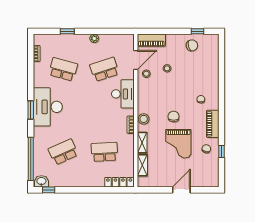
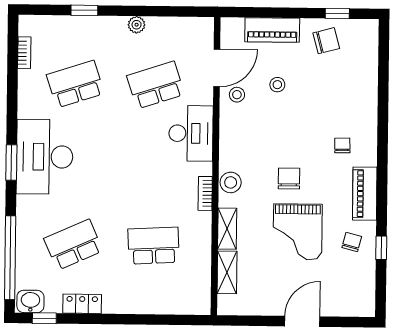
piano: (151, 40) -> (272, 30), moved
school desk: (63, 69) -> (75, 84), turned -33
locker: (119, 182) -> (82, 304), moved, width x0.66

